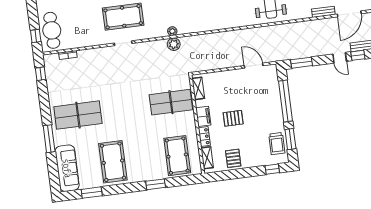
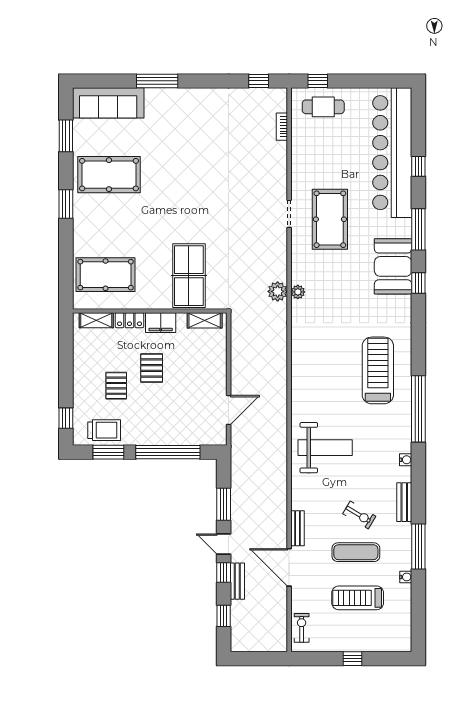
cafe table: (52, 30) -> (323, 107), width x0.73, depth x0.74
door: (340, 58) -> (224, 544), hinge flipped
window: (302, 63) -> (224, 504), moved
table tennis table: (78, 115) -> (188, 130), removed
trolley: (277, 144) -> (104, 430), turned 180
pallet: (233, 158) -> (116, 386), moved, turned 90
window: (156, 184) -> (66, 204), moved

